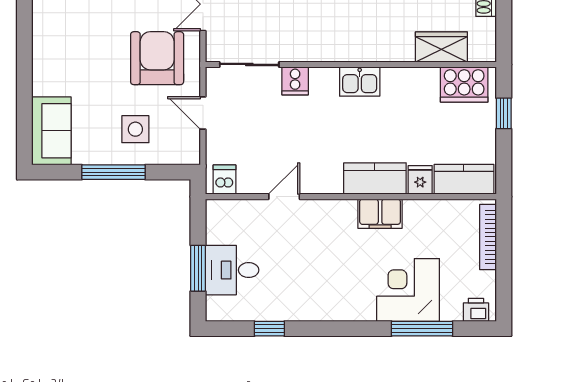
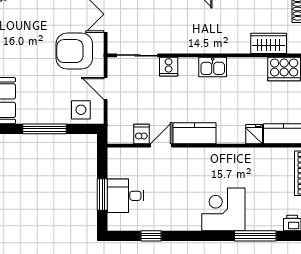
armchair: (157, 58) -> (74, 51), turned -90
side table: (135, 129) -> (81, 110), moved
kitchen counter: (375, 178) -> (194, 133), moved
dishwasher: (224, 180) -> (142, 134), moved
filing cabinet: (380, 214) -> (227, 157), removed
corner desk: (408, 290) -> (223, 209), moved

